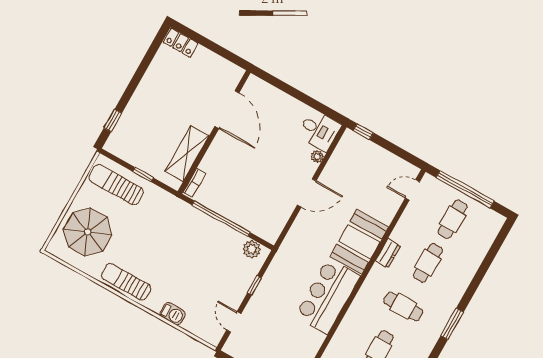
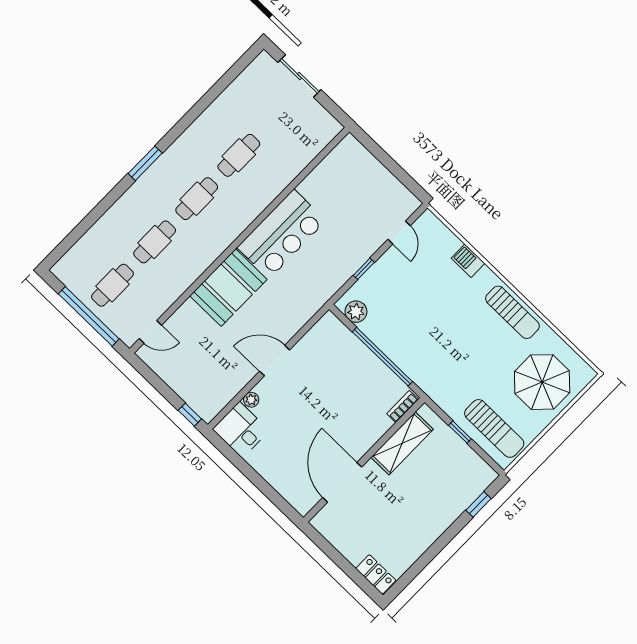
dresser: (388, 253) -> (198, 265), removed
cafe table: (403, 306) -> (197, 199), turned 90

